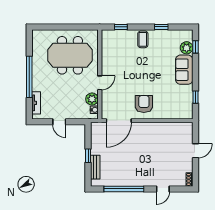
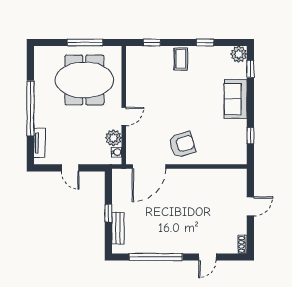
window: (70, 27) -> (85, 42), added
plant: (187, 48) -> (239, 54), moved
armchair: (144, 104) -> (182, 144), turned 73

